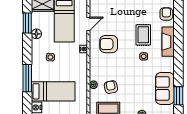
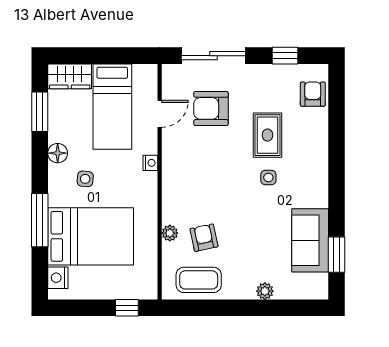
floor lamp: (36, 34) -> (58, 153), moved
fireplace: (168, 42) -> (317, 148), removed
armchair: (109, 44) -> (211, 108), moved
bed: (53, 91) -> (91, 236), width x1.50

